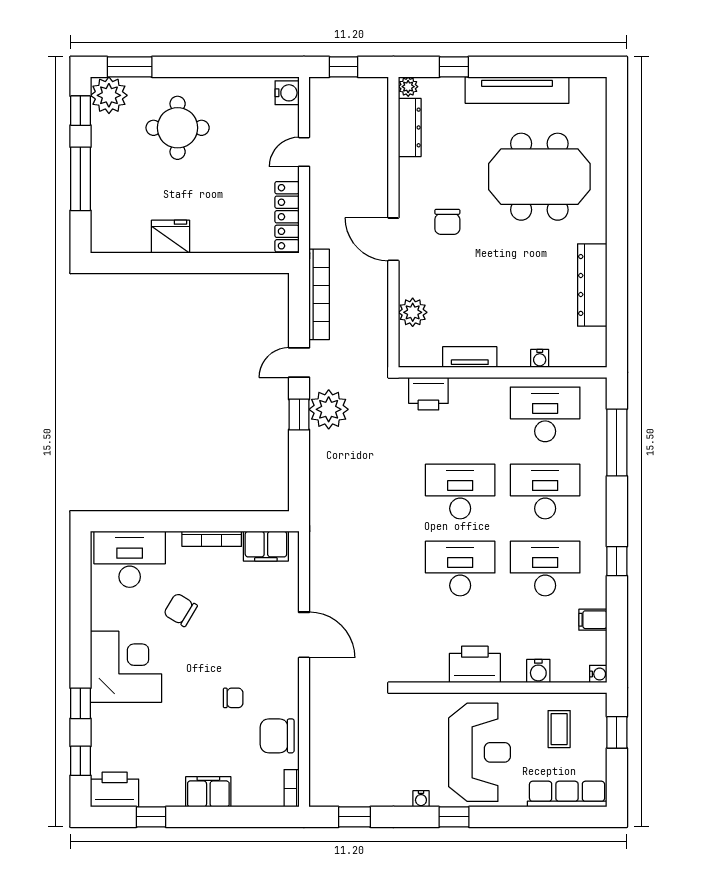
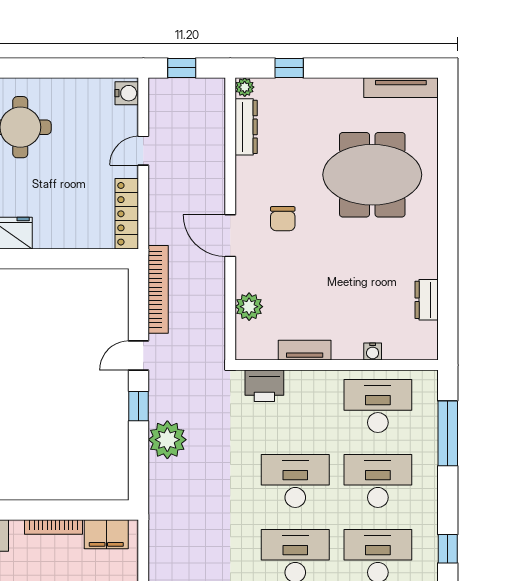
tv unit: (517, 90) -> (401, 88), moved, width x0.73, depth x0.78
dresser: (592, 285) -> (427, 300), width x0.51, depth x0.80
plant: (329, 409) -> (167, 440), moved

